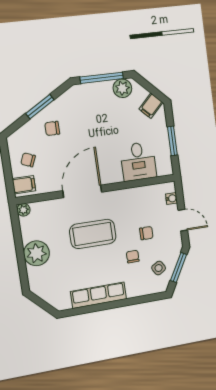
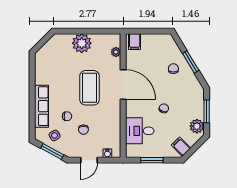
window: (102, 78) -> (207, 111), width x0.69
chair: (28, 160) -> (164, 108), moved
plant: (23, 210) -> (116, 52), moved
row of seats: (99, 295) -> (42, 106), moved

